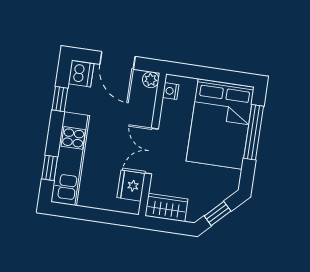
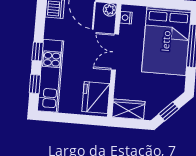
window: (60, 99) -> (38, 51), moved
double door: (151, 151) -> (115, 52), moved
fridge: (131, 186) -> (96, 98), width x1.36, depth x1.34

